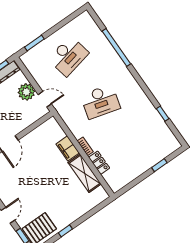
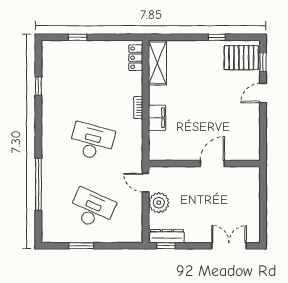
window: (34, 43) -> (81, 246), moved
desk: (68, 56) -> (92, 209), turned 36
locker: (99, 163) -> (136, 58), moved
shelving: (85, 173) -> (157, 63), moved

